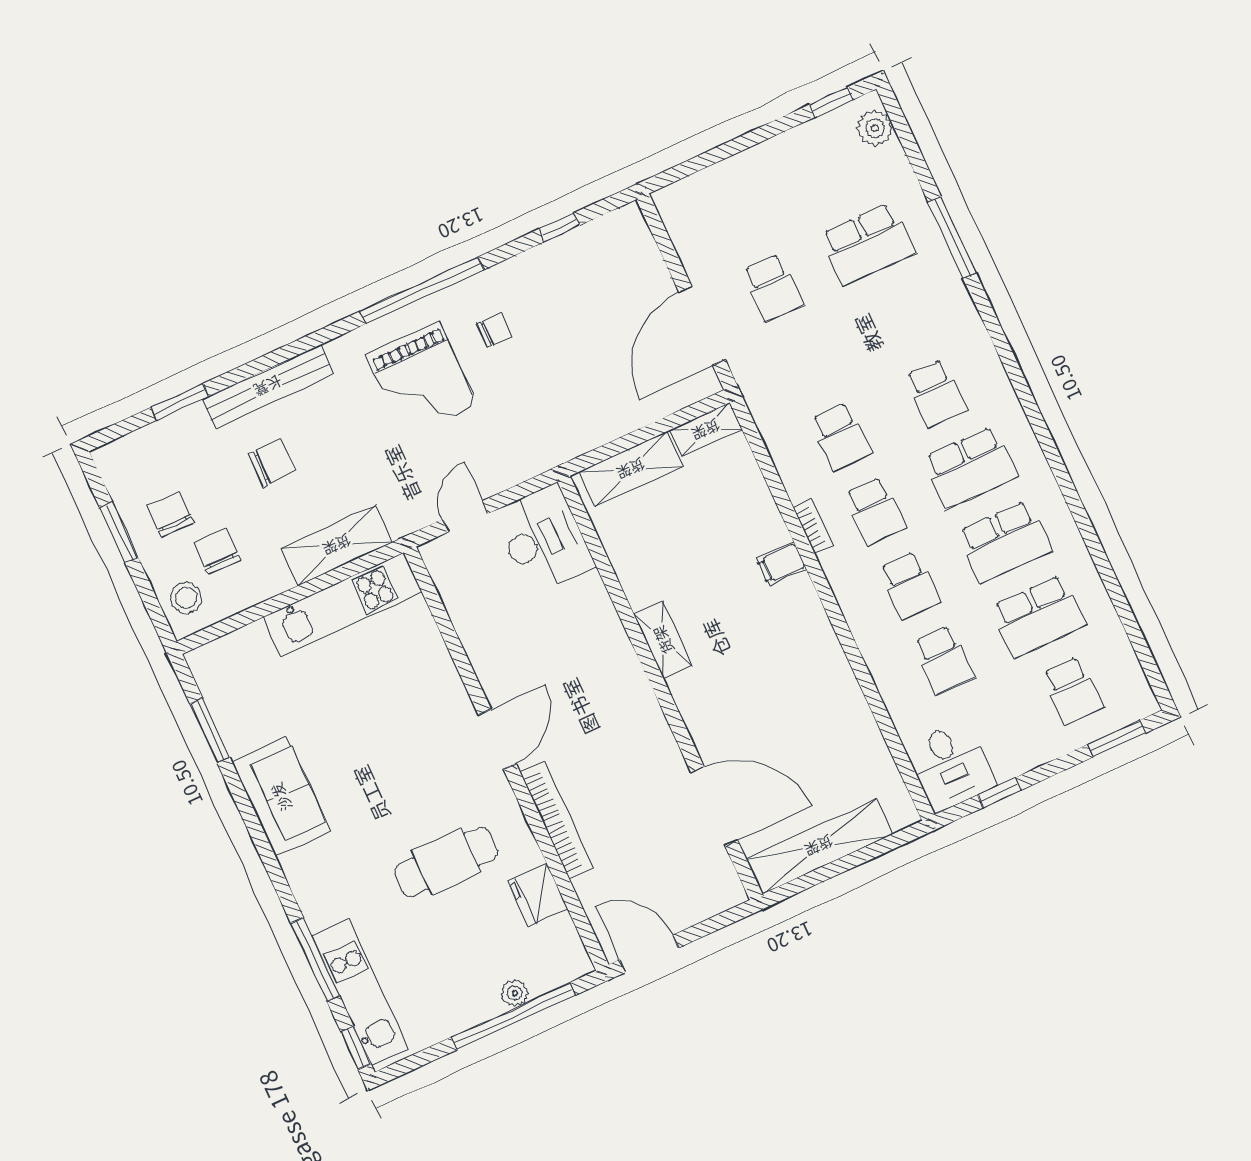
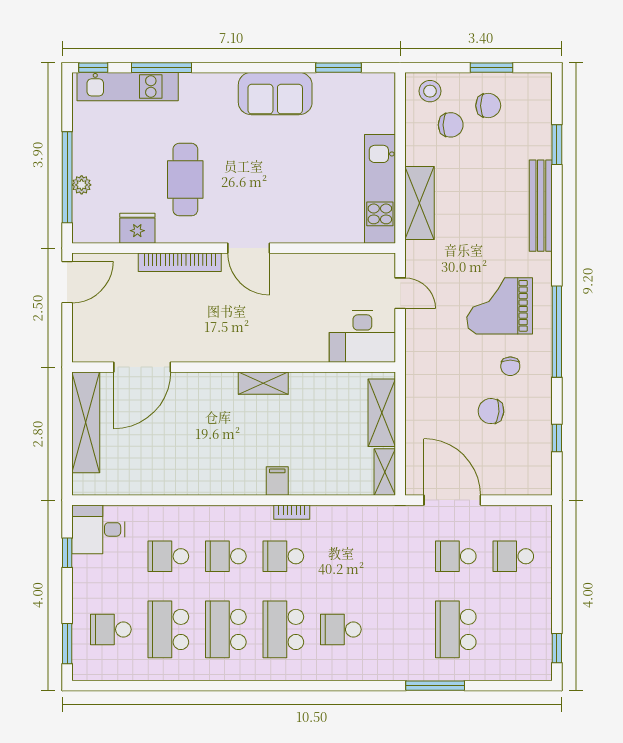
plant: (875, 128) -> (528, 668), removed
school desk: (841, 436) -> (513, 556), moved
chair: (272, 463) -> (491, 411), moved, turned 95

